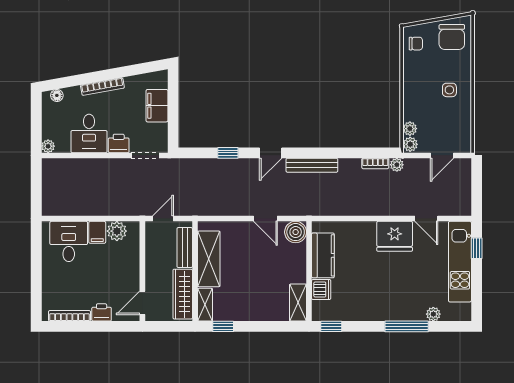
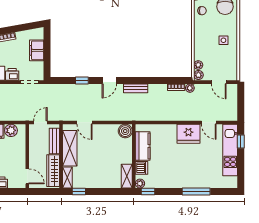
door: (442, 155) -> (219, 82), hinge flipped
bench: (312, 165) -> (136, 88), width x0.73
door: (265, 219) -> (85, 122), moved
door: (142, 303) -> (27, 176), swing flipped
plant: (433, 314) -> (140, 183), moved

